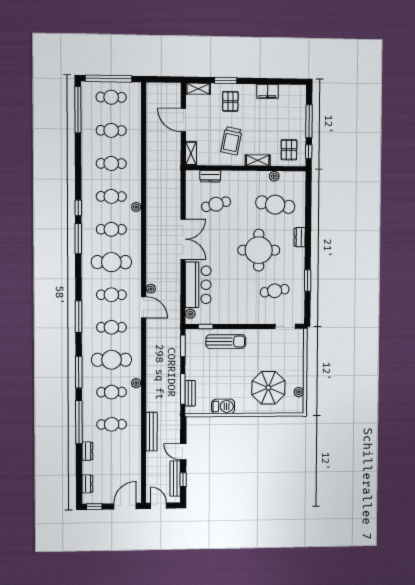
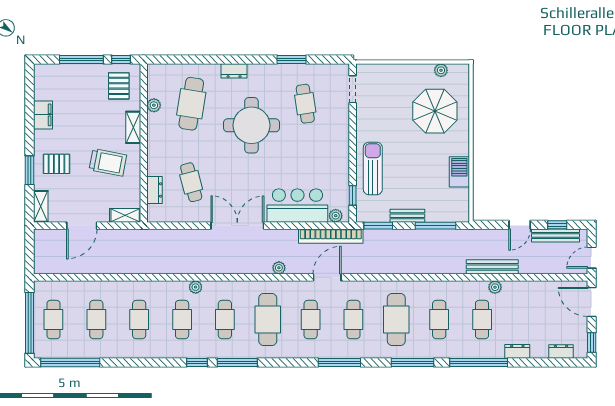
pallet: (289, 150) -> (119, 86), turned 90
plant: (151, 289) -> (279, 268), moved
bookcase: (175, 310) -> (331, 236), added
plant: (136, 383) -> (495, 287), moved
bench: (190, 393) -> (407, 216), moved

